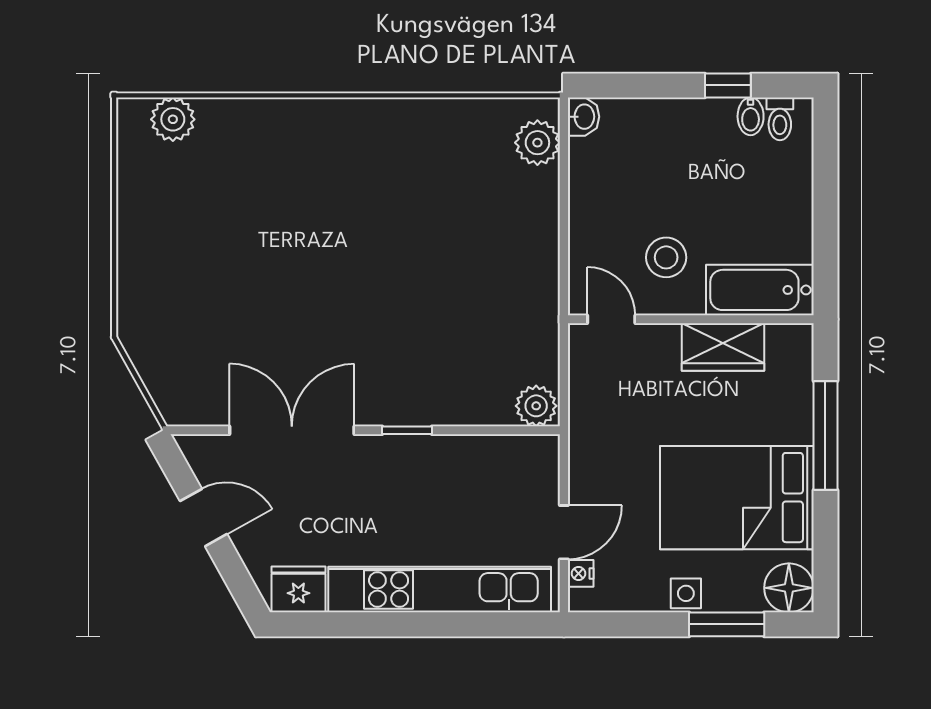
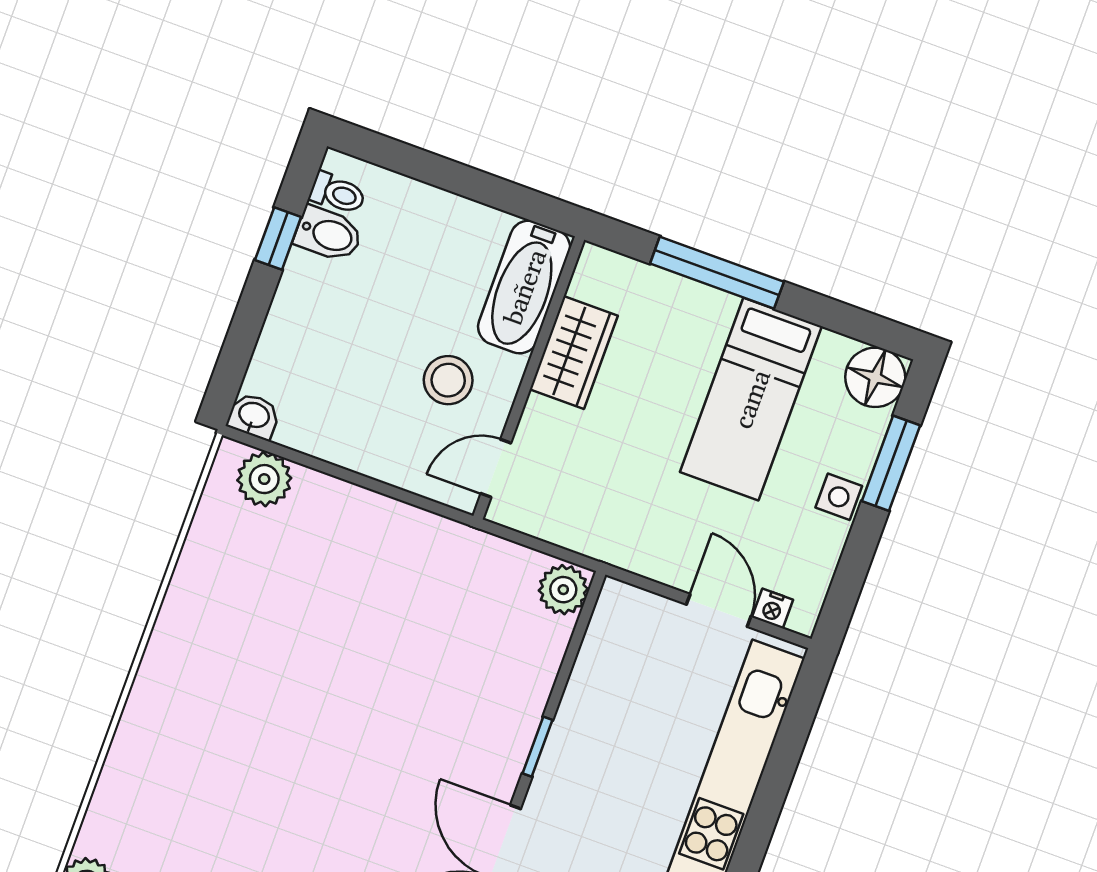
bidet: (751, 116) -> (328, 234), width x1.38, depth x1.36
bed: (737, 498) -> (751, 399), width x0.67

